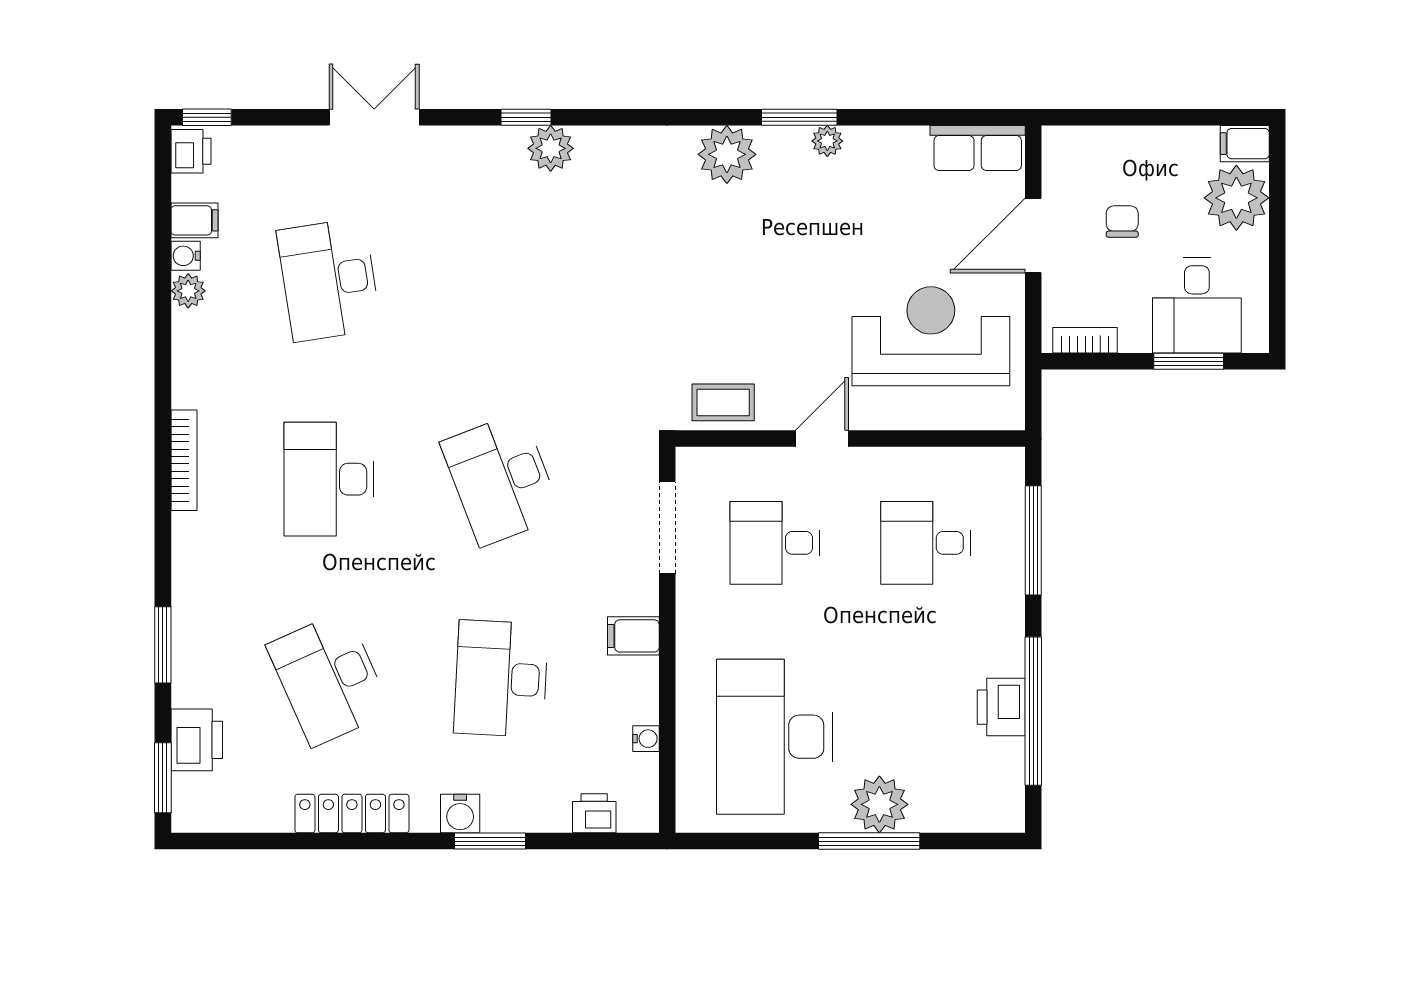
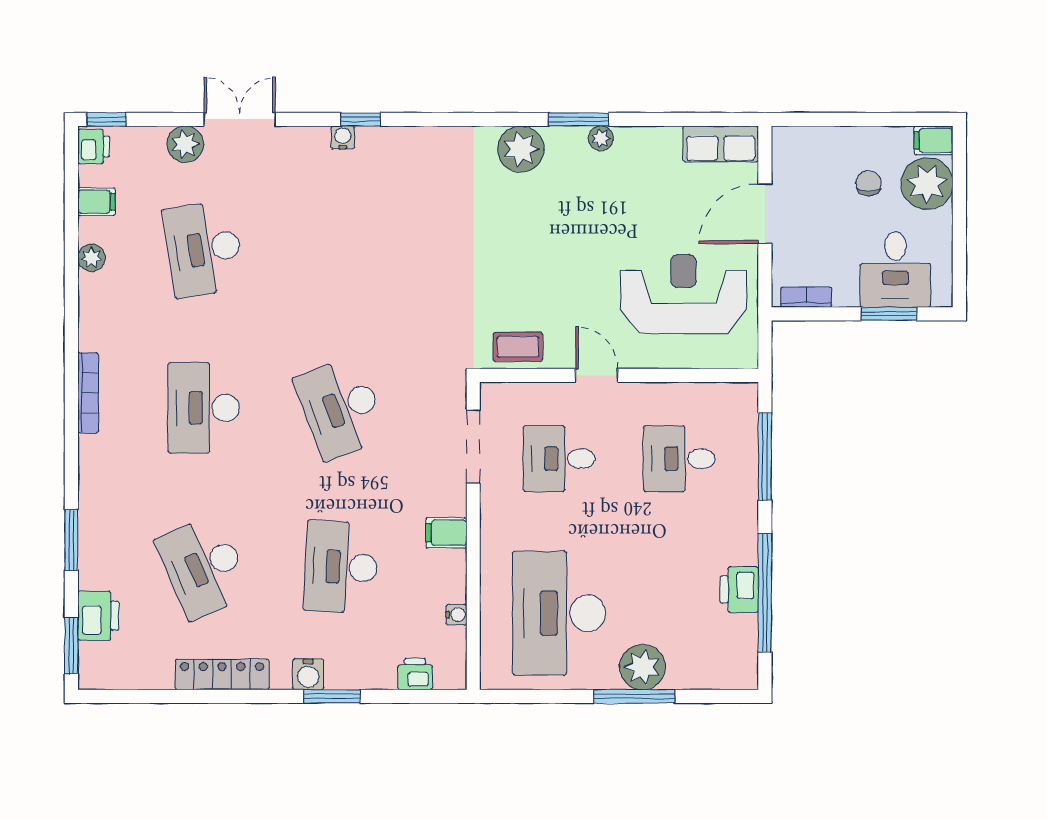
plant: (551, 148) -> (185, 144), moved
chair: (1122, 221) -> (869, 183), moved
water cooler: (186, 256) -> (343, 137), moved, turned 90
door: (822, 438) -> (597, 375), hinge flipped

